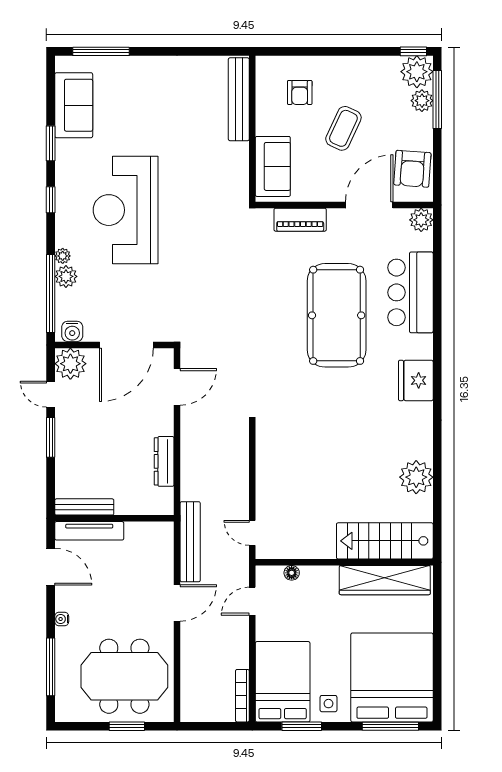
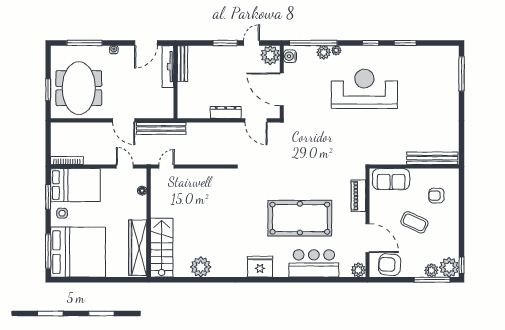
sofa: (74, 105) -> (429, 57), removed
dresser: (164, 461) -> (226, 112), moved

